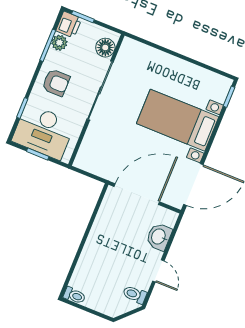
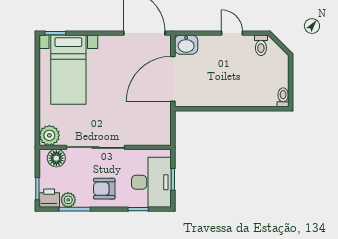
plant: (131, 50) -> (49, 135), added
armchair: (56, 83) -> (104, 189), turned -90
bed with nightstands: (178, 120) -> (68, 70), moved
door: (137, 194) -> (173, 79), hinge flipped
washbasin: (159, 237) -> (186, 45), moved
door: (158, 271) -> (232, 33), hinge flipped

